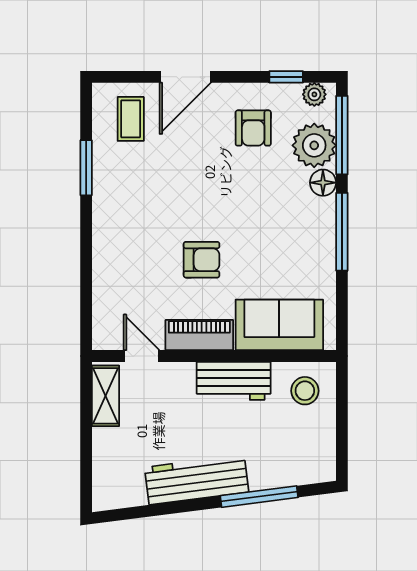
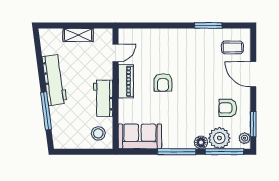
window: (286, 77) -> (253, 124), width x1.50
sofa: (279, 325) -> (140, 136), moved, turned -90
shelving: (105, 396) -> (78, 35), moved

